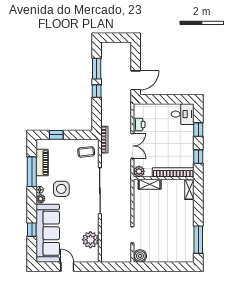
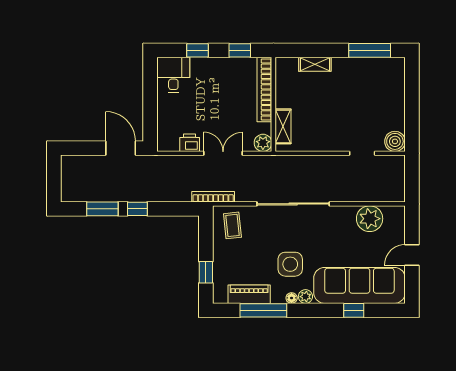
shelving: (189, 189) -> (315, 64), moved

